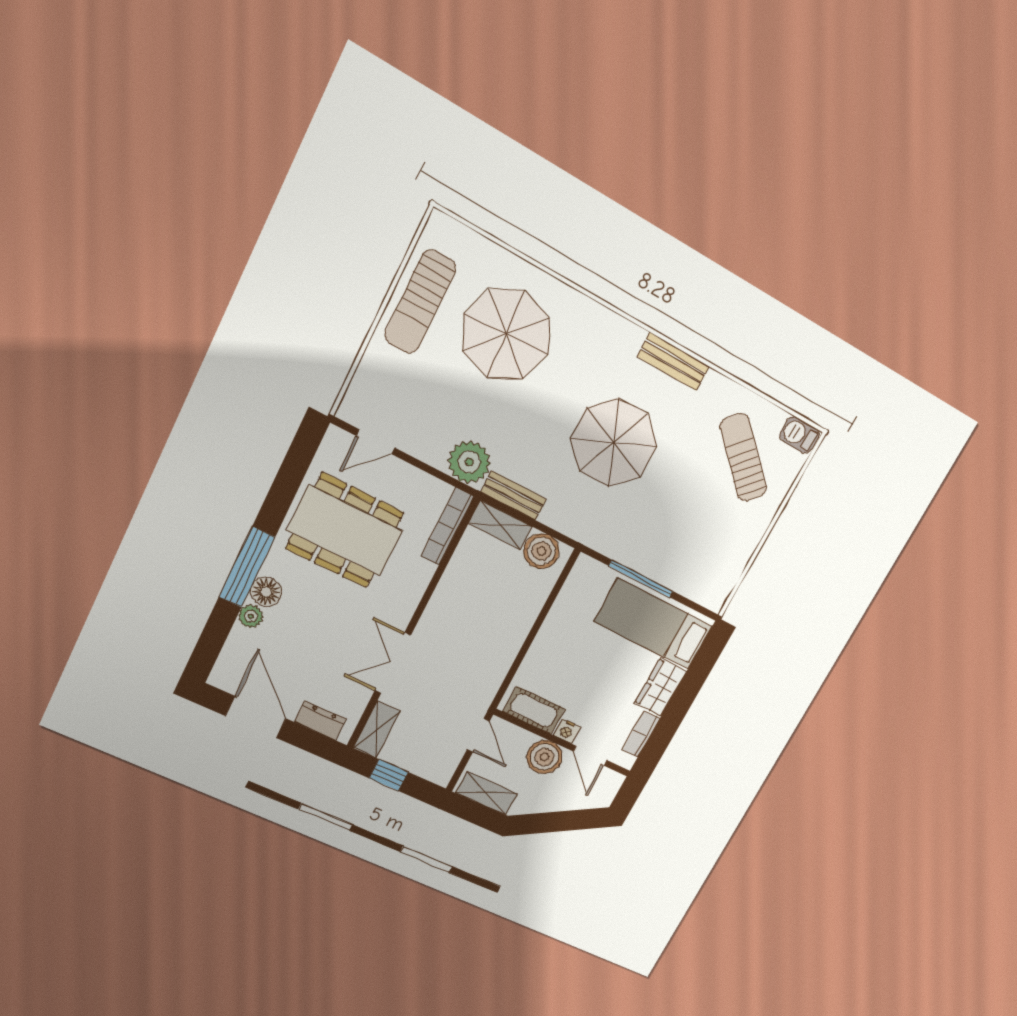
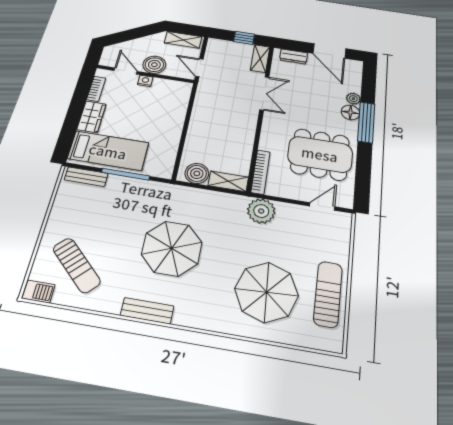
bench: (514, 496) -> (86, 177), moved
cot: (534, 710) -> (170, 87), removed

